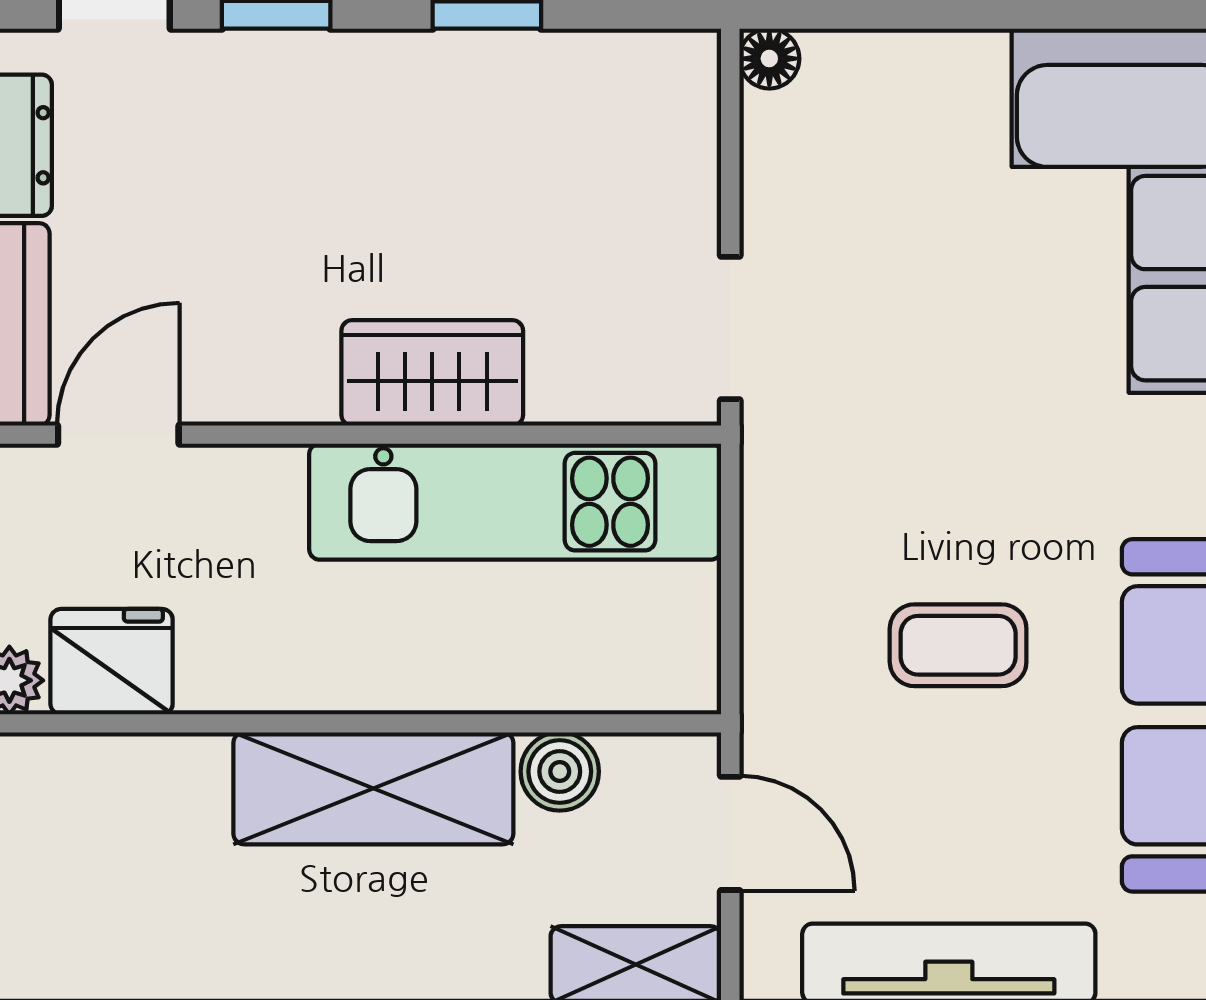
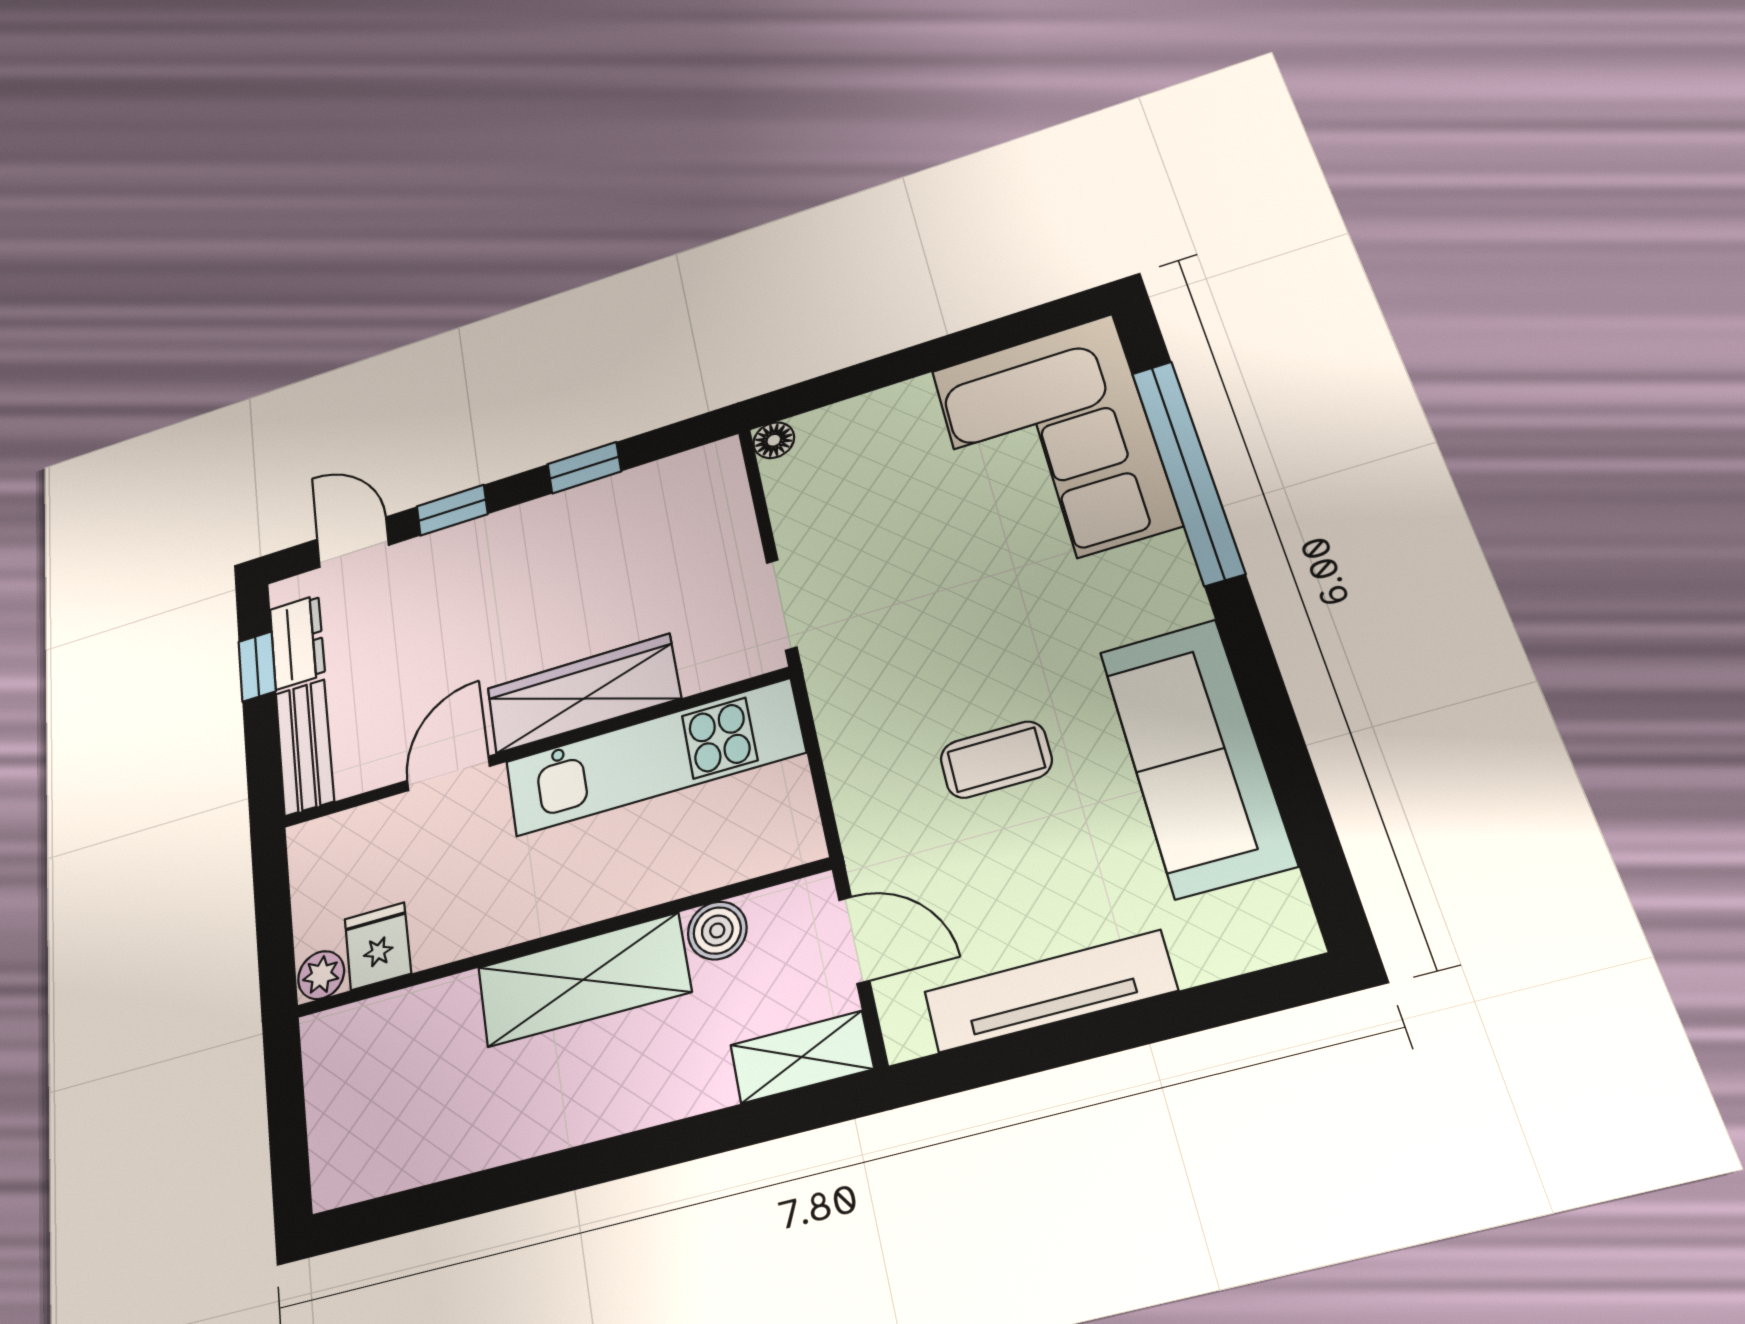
wardrobe: (432, 373) -> (583, 693), width x1.50
door: (118, 435) -> (448, 773), moved
fridge: (112, 662) -> (378, 946), width x0.72

